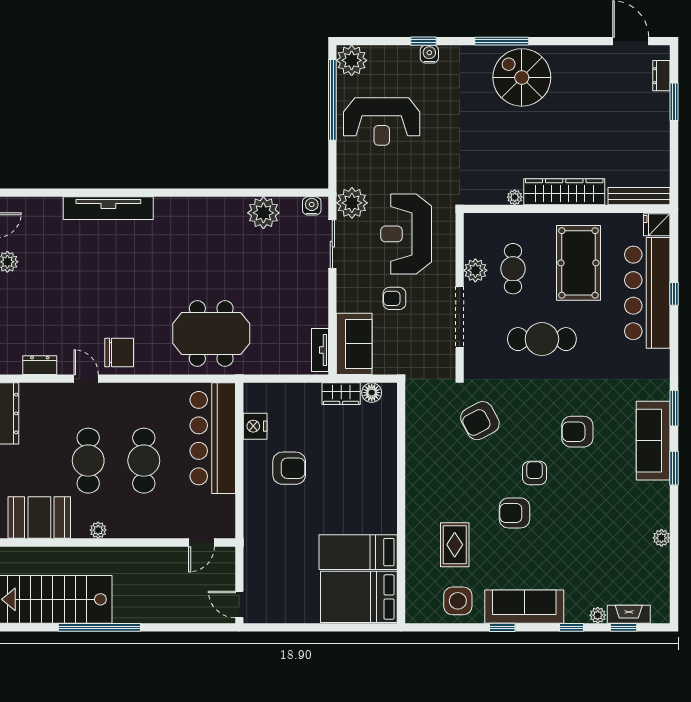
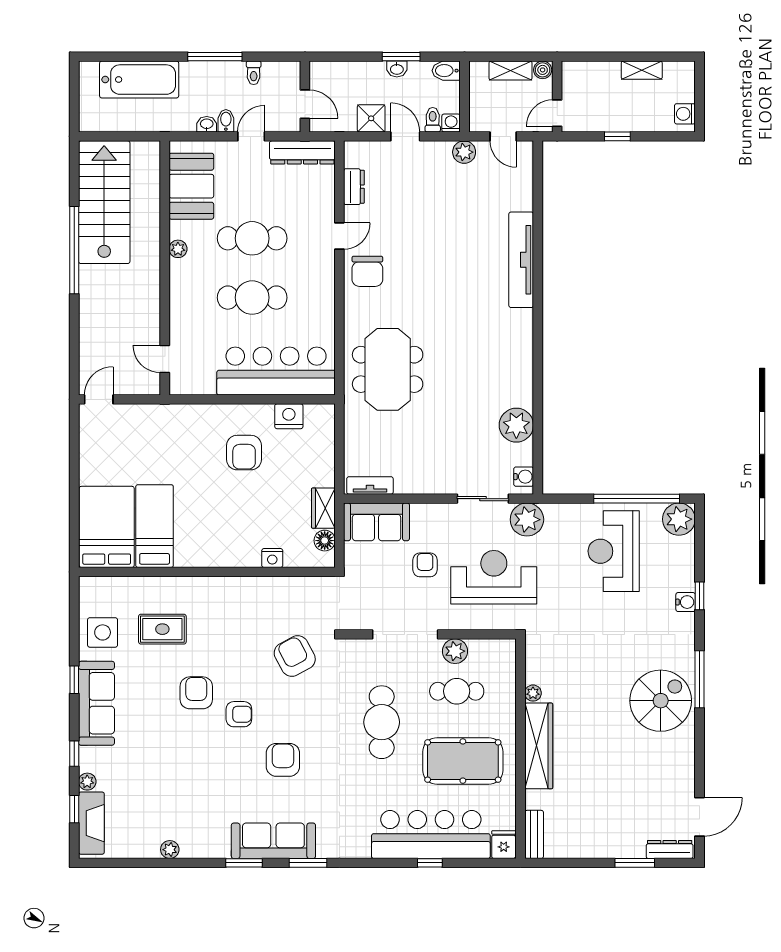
dresser: (661, 76) -> (670, 849), width x1.44
bench: (639, 196) -> (534, 834), width x0.73
nightstand: (388, 442) -> (272, 558), added
fireplace: (629, 614) -> (91, 823), width x1.37, depth x1.32

